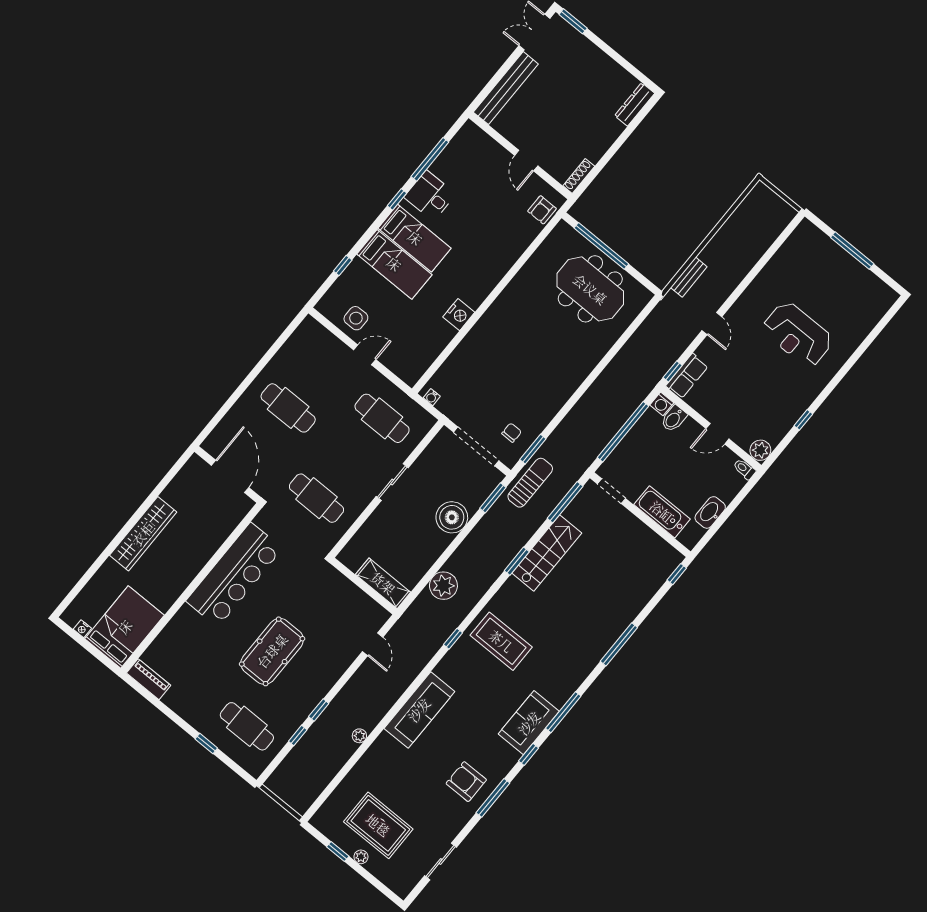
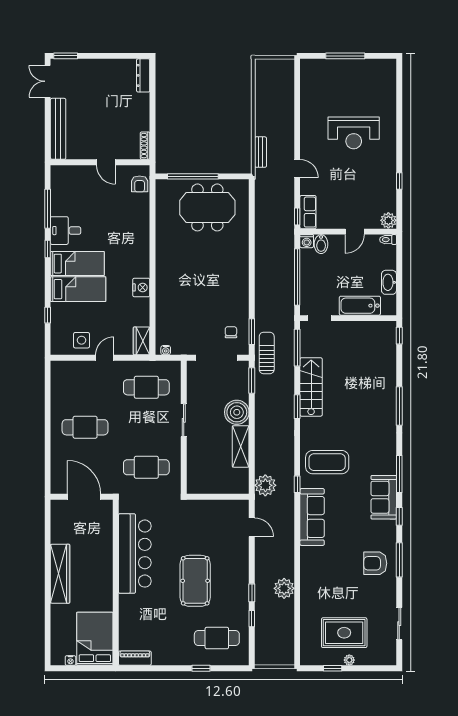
wardrobe: (415, 368) -> (142, 341), added
shelving: (383, 583) -> (241, 446), moved, turned 90
plant: (443, 586) -> (265, 485), moved
sofa: (419, 710) -> (312, 517), moved
plant: (359, 736) -> (284, 588), width x1.87, depth x1.87

